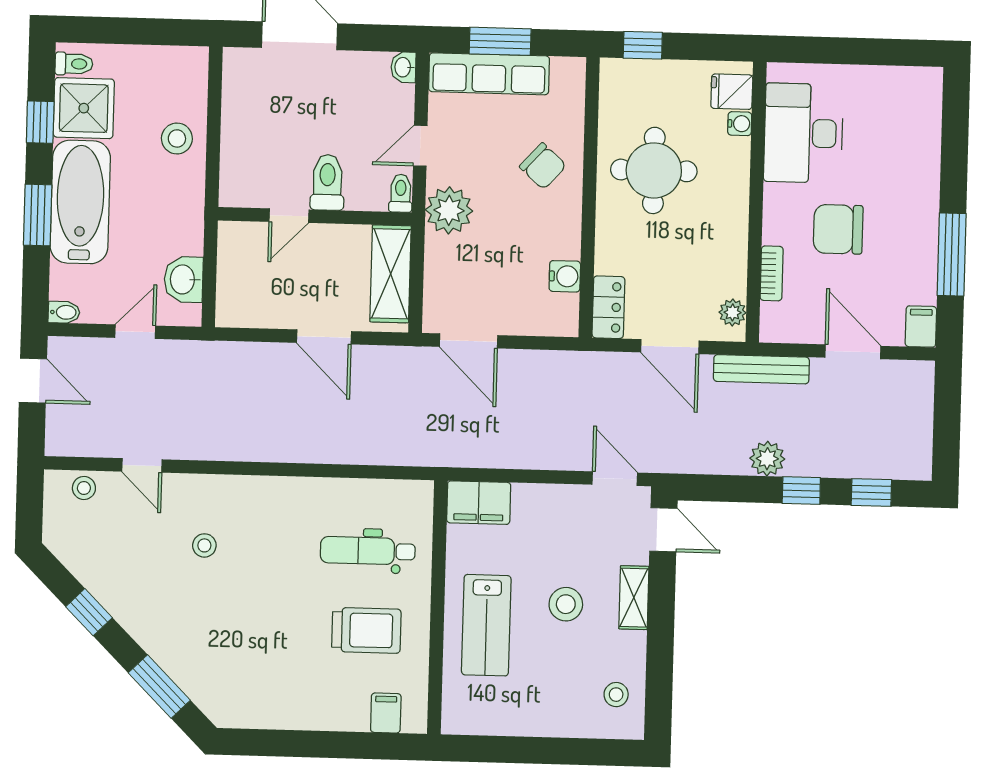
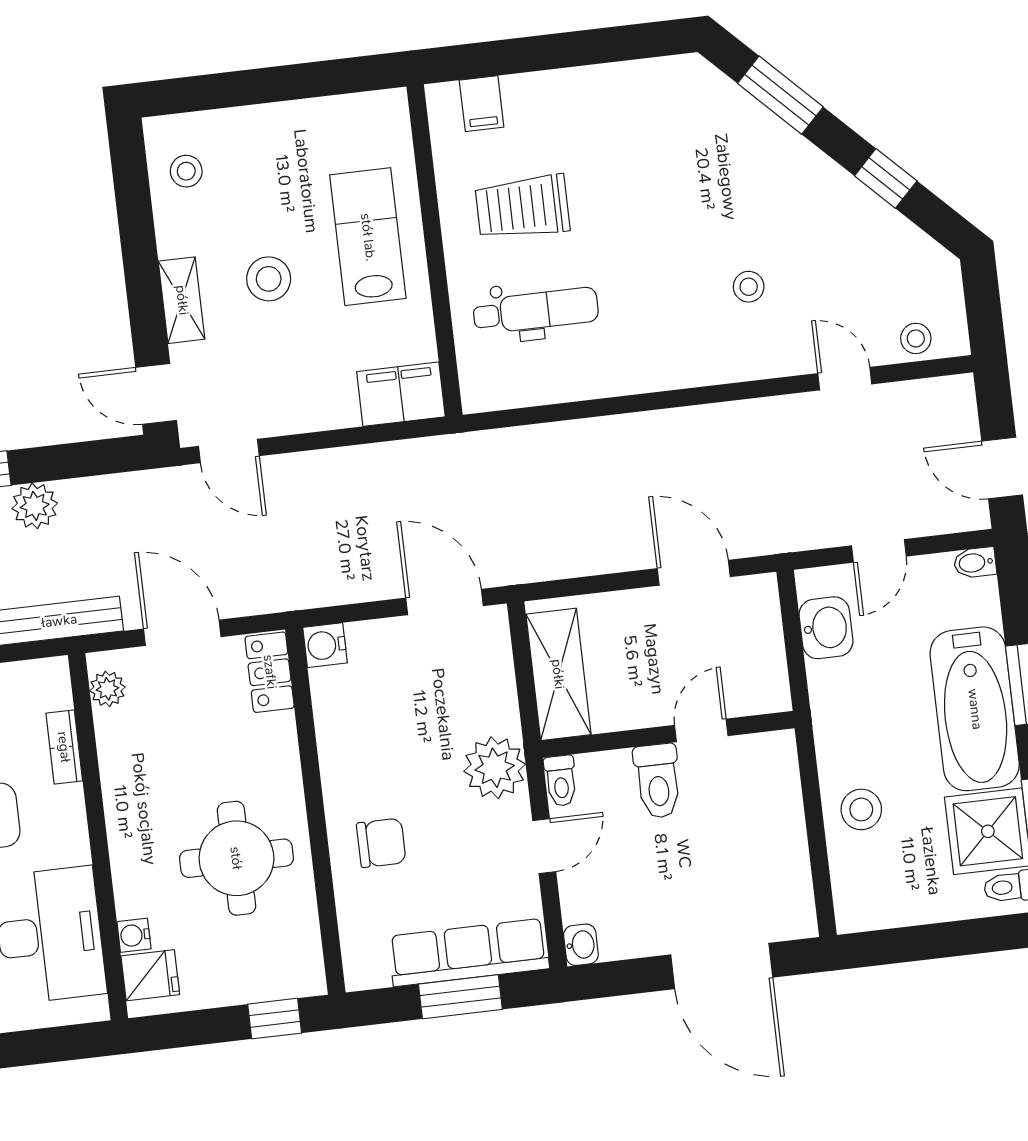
chair: (543, 166) -> (381, 843), turned 138
water cooler: (565, 276) -> (325, 645), moved
door: (324, 337) -> (694, 573), moved

